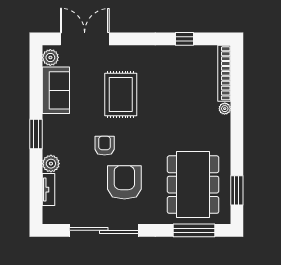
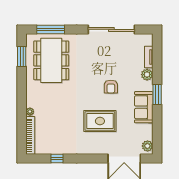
sofa: (56, 90) -> (144, 107), moved
rug: (121, 95) -> (100, 121), turned 90
armchair: (124, 182) -> (98, 62), removed

